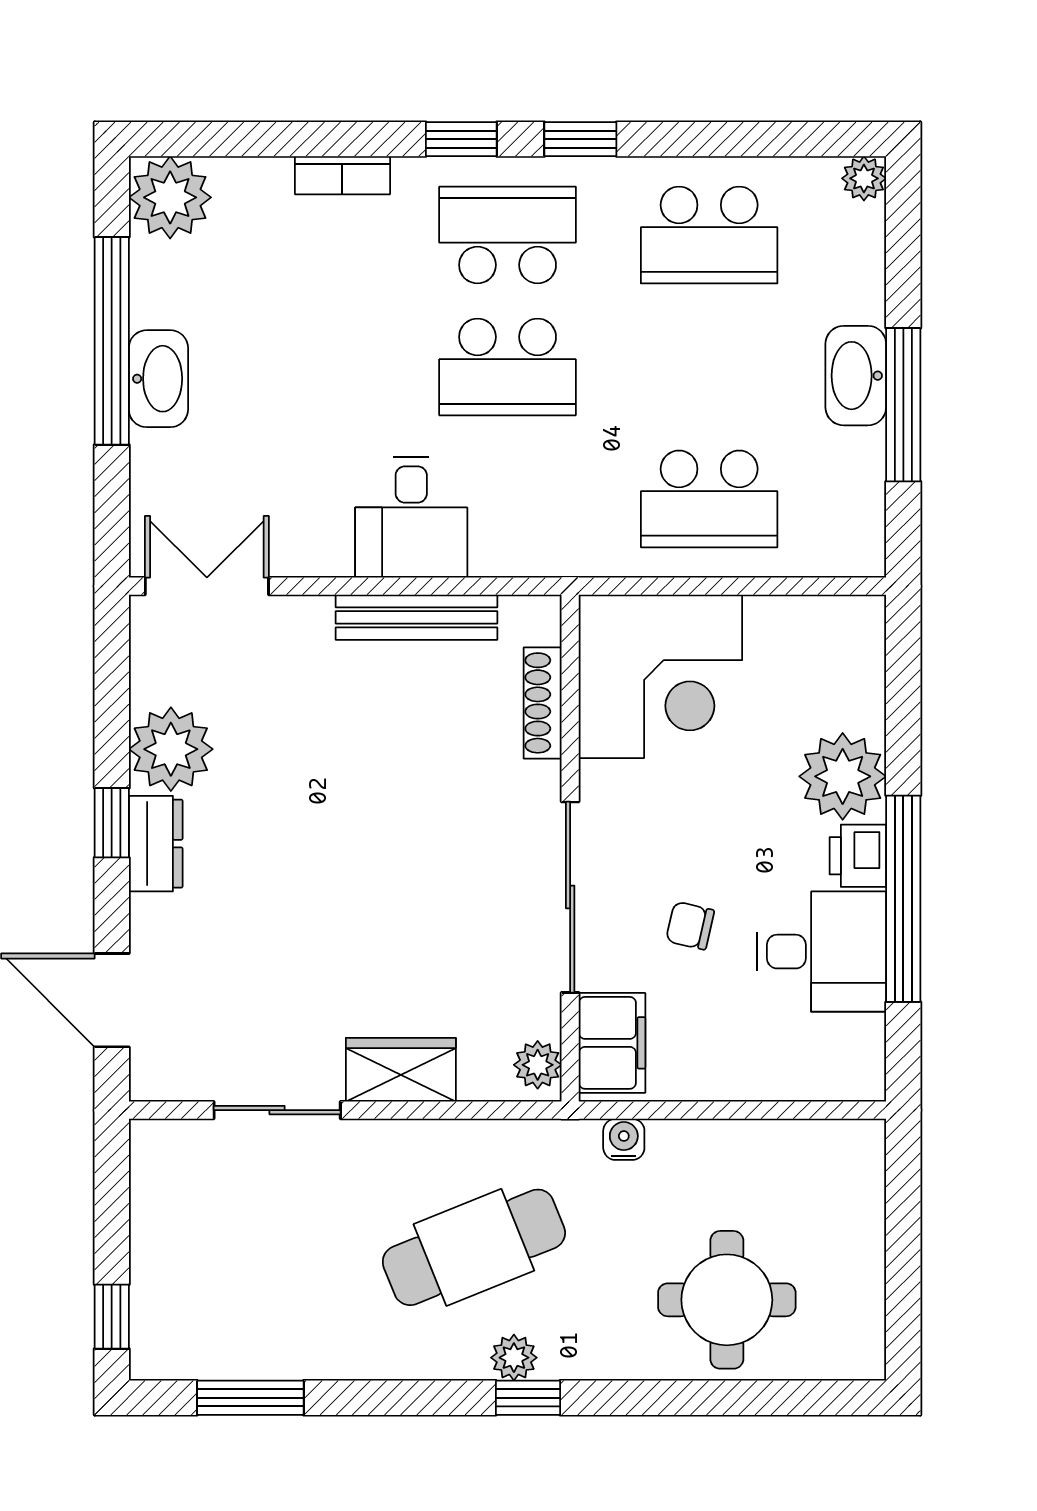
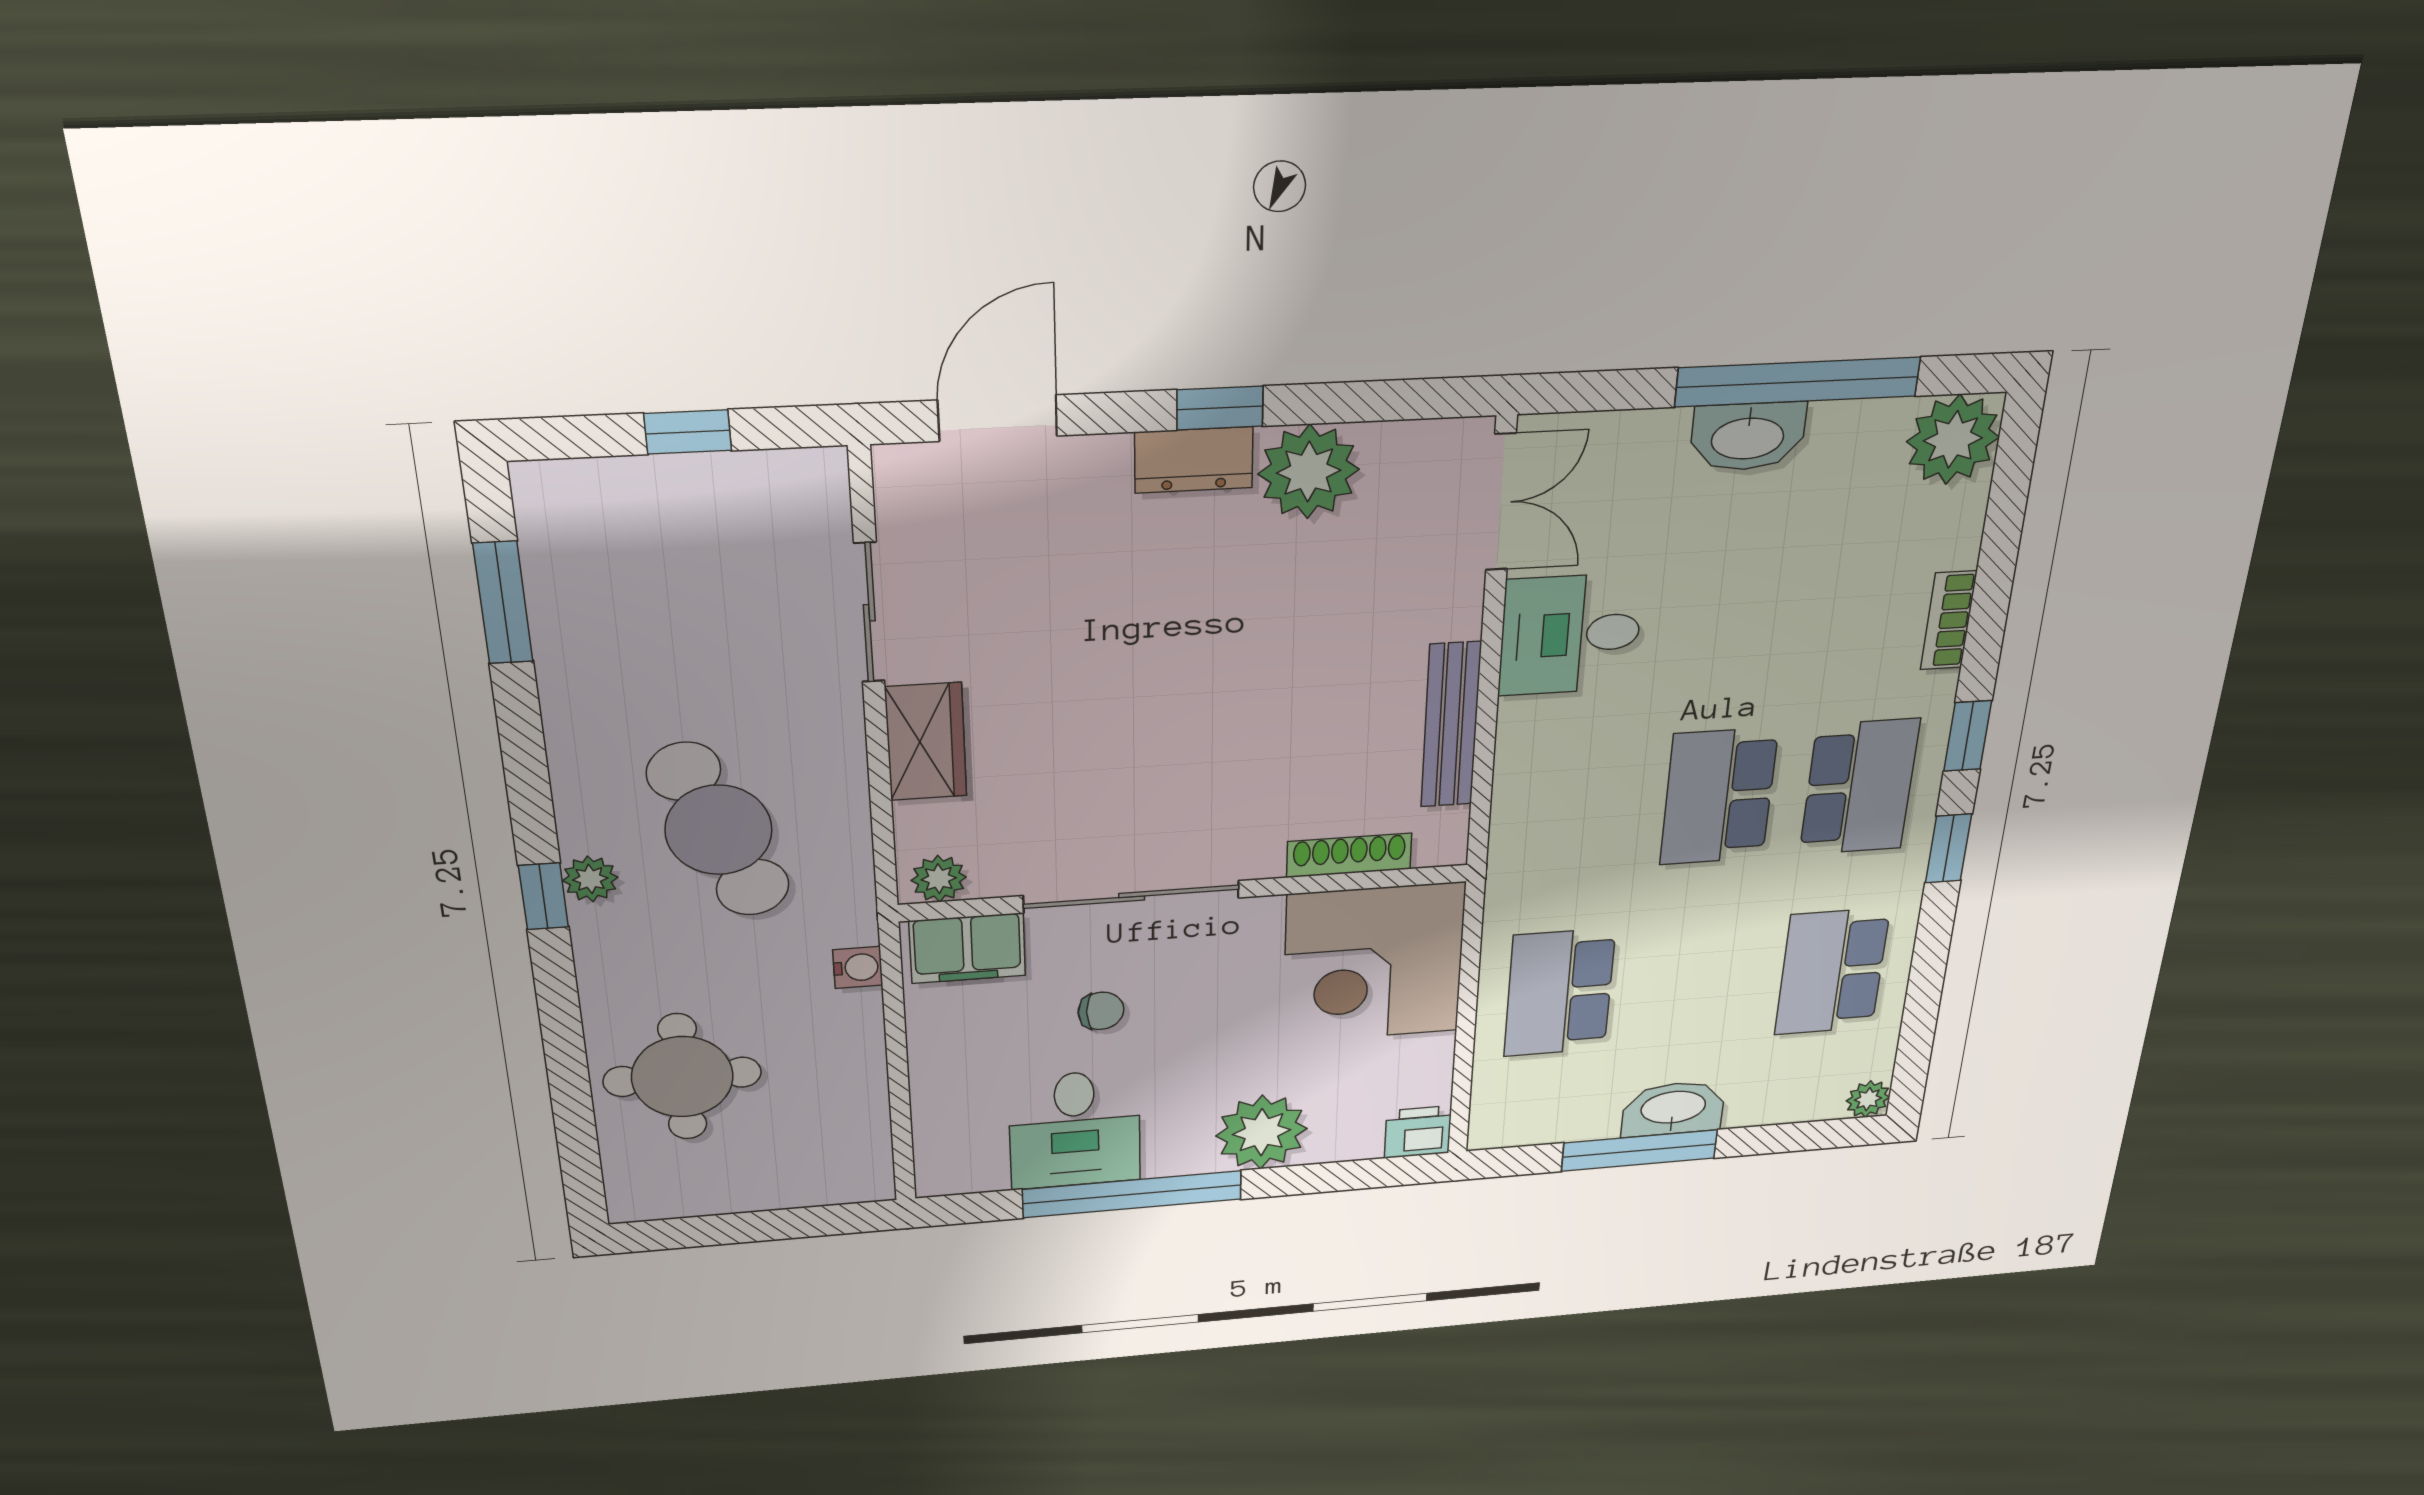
desk: (411, 517) -> (1570, 634), moved
printer: (858, 856) -> (1418, 1132), moved
chair: (690, 926) -> (1101, 1011), turned 77
window: (112, 1317) -> (688, 432), moved

